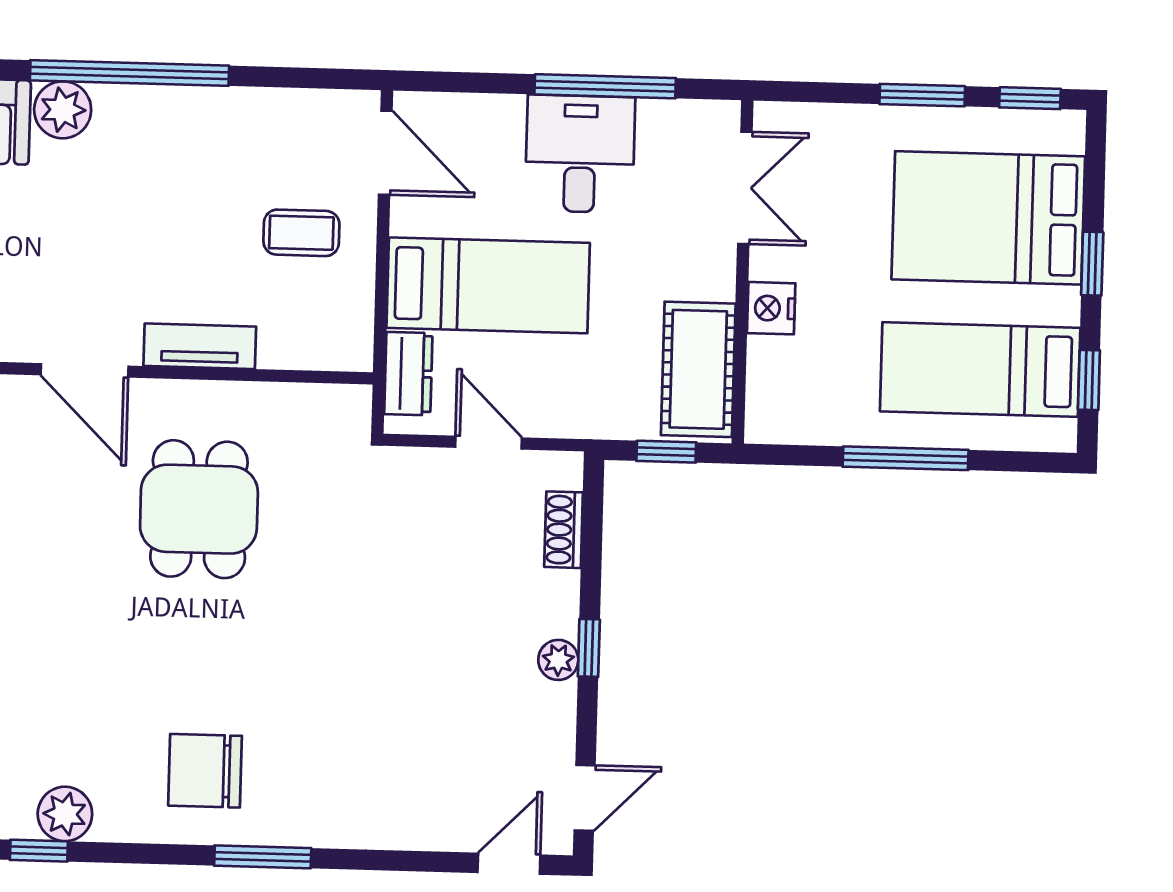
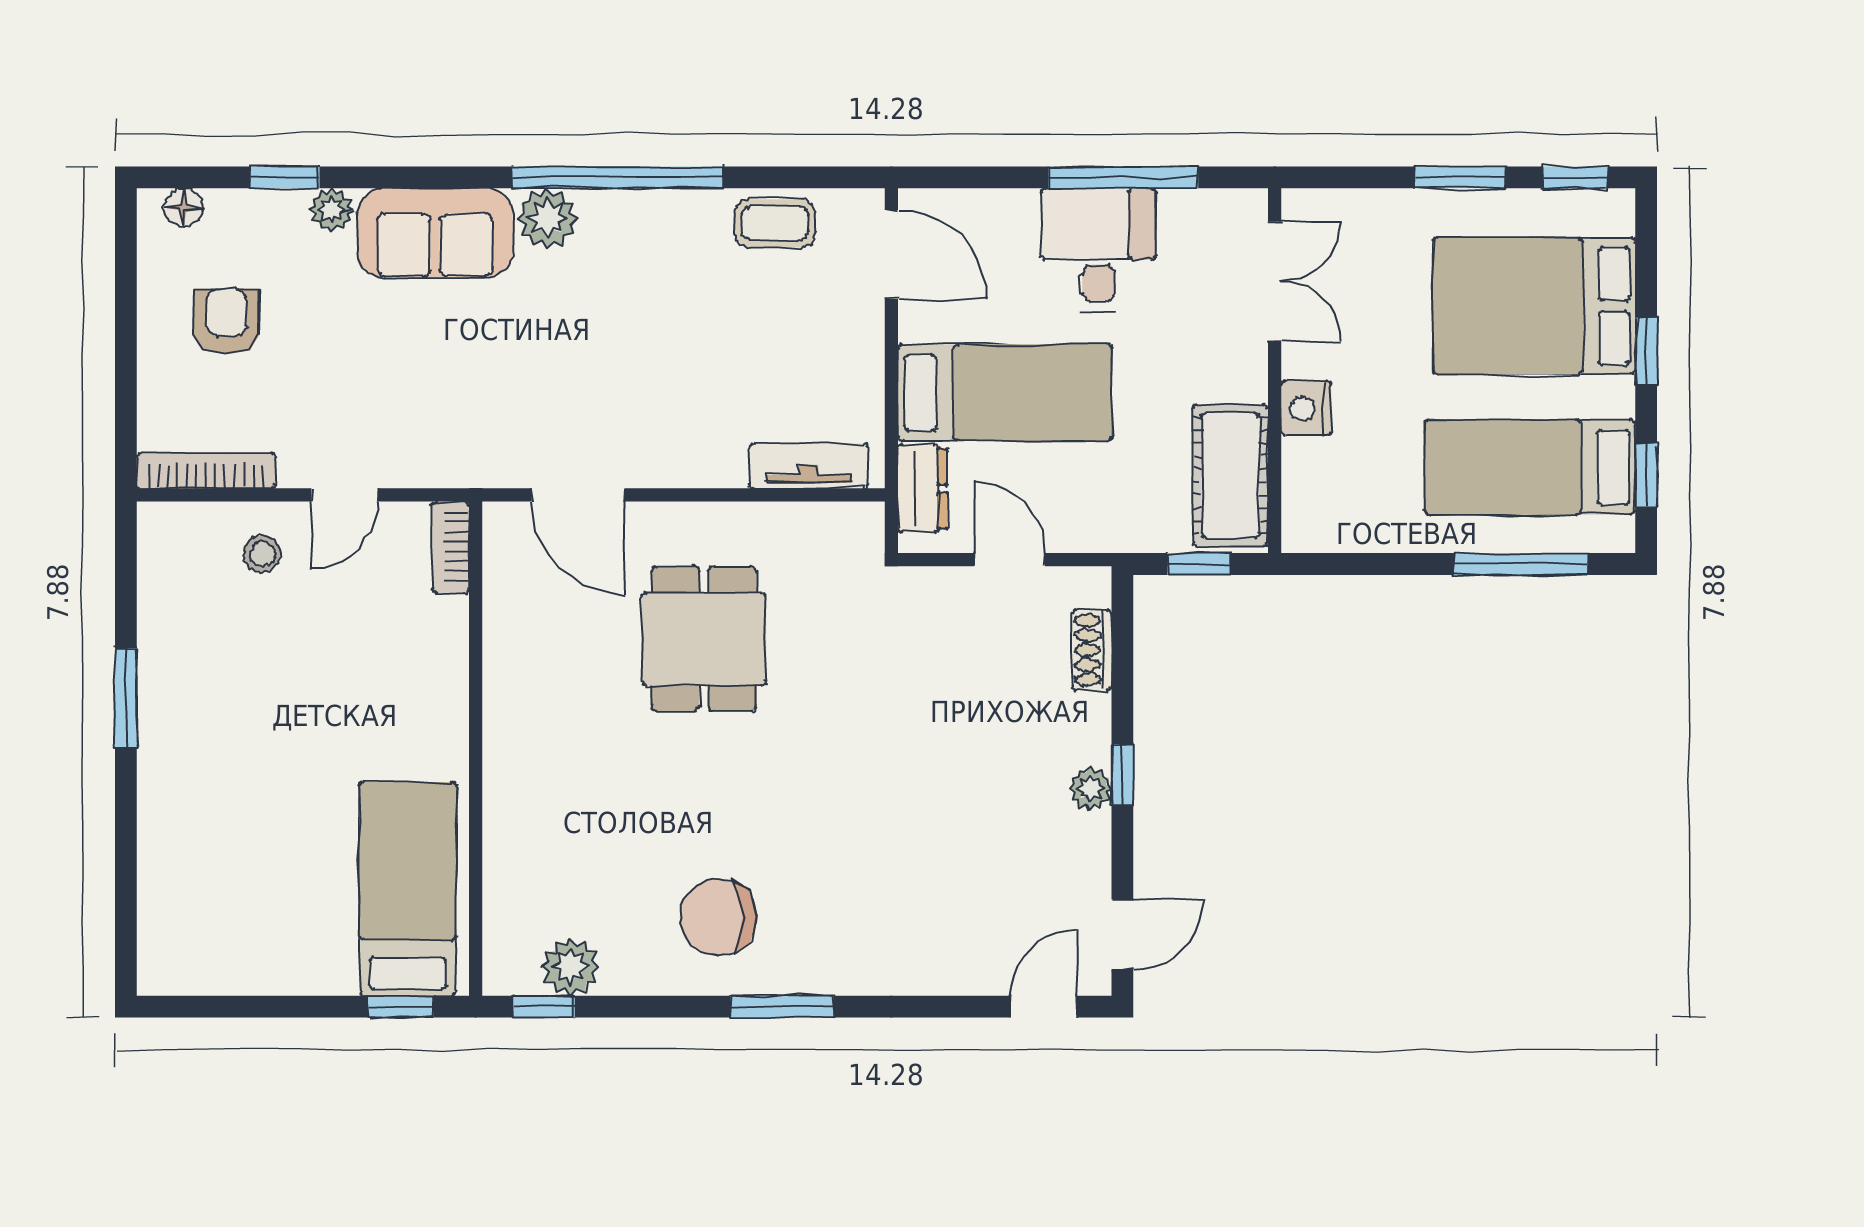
coffee table: (301, 233) -> (775, 223), moved
tv unit: (200, 346) -> (809, 466), moved
window: (906, 458) -> (1521, 564), moved

